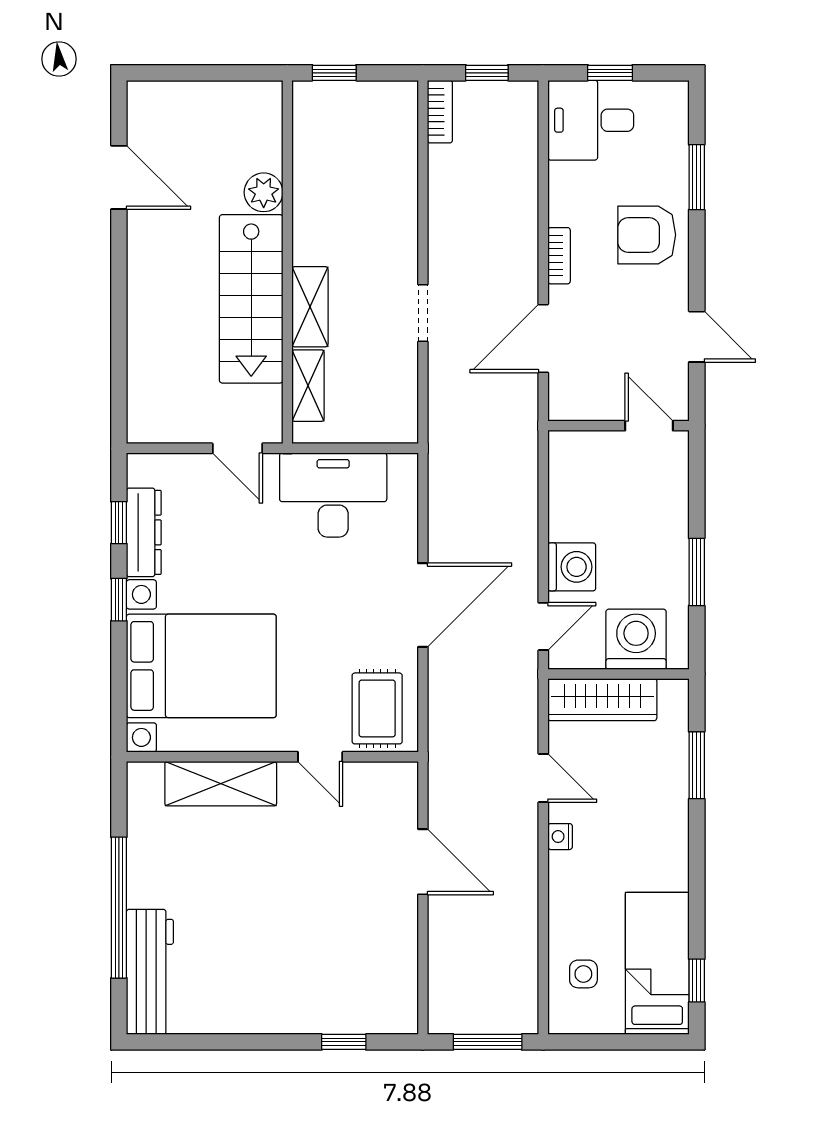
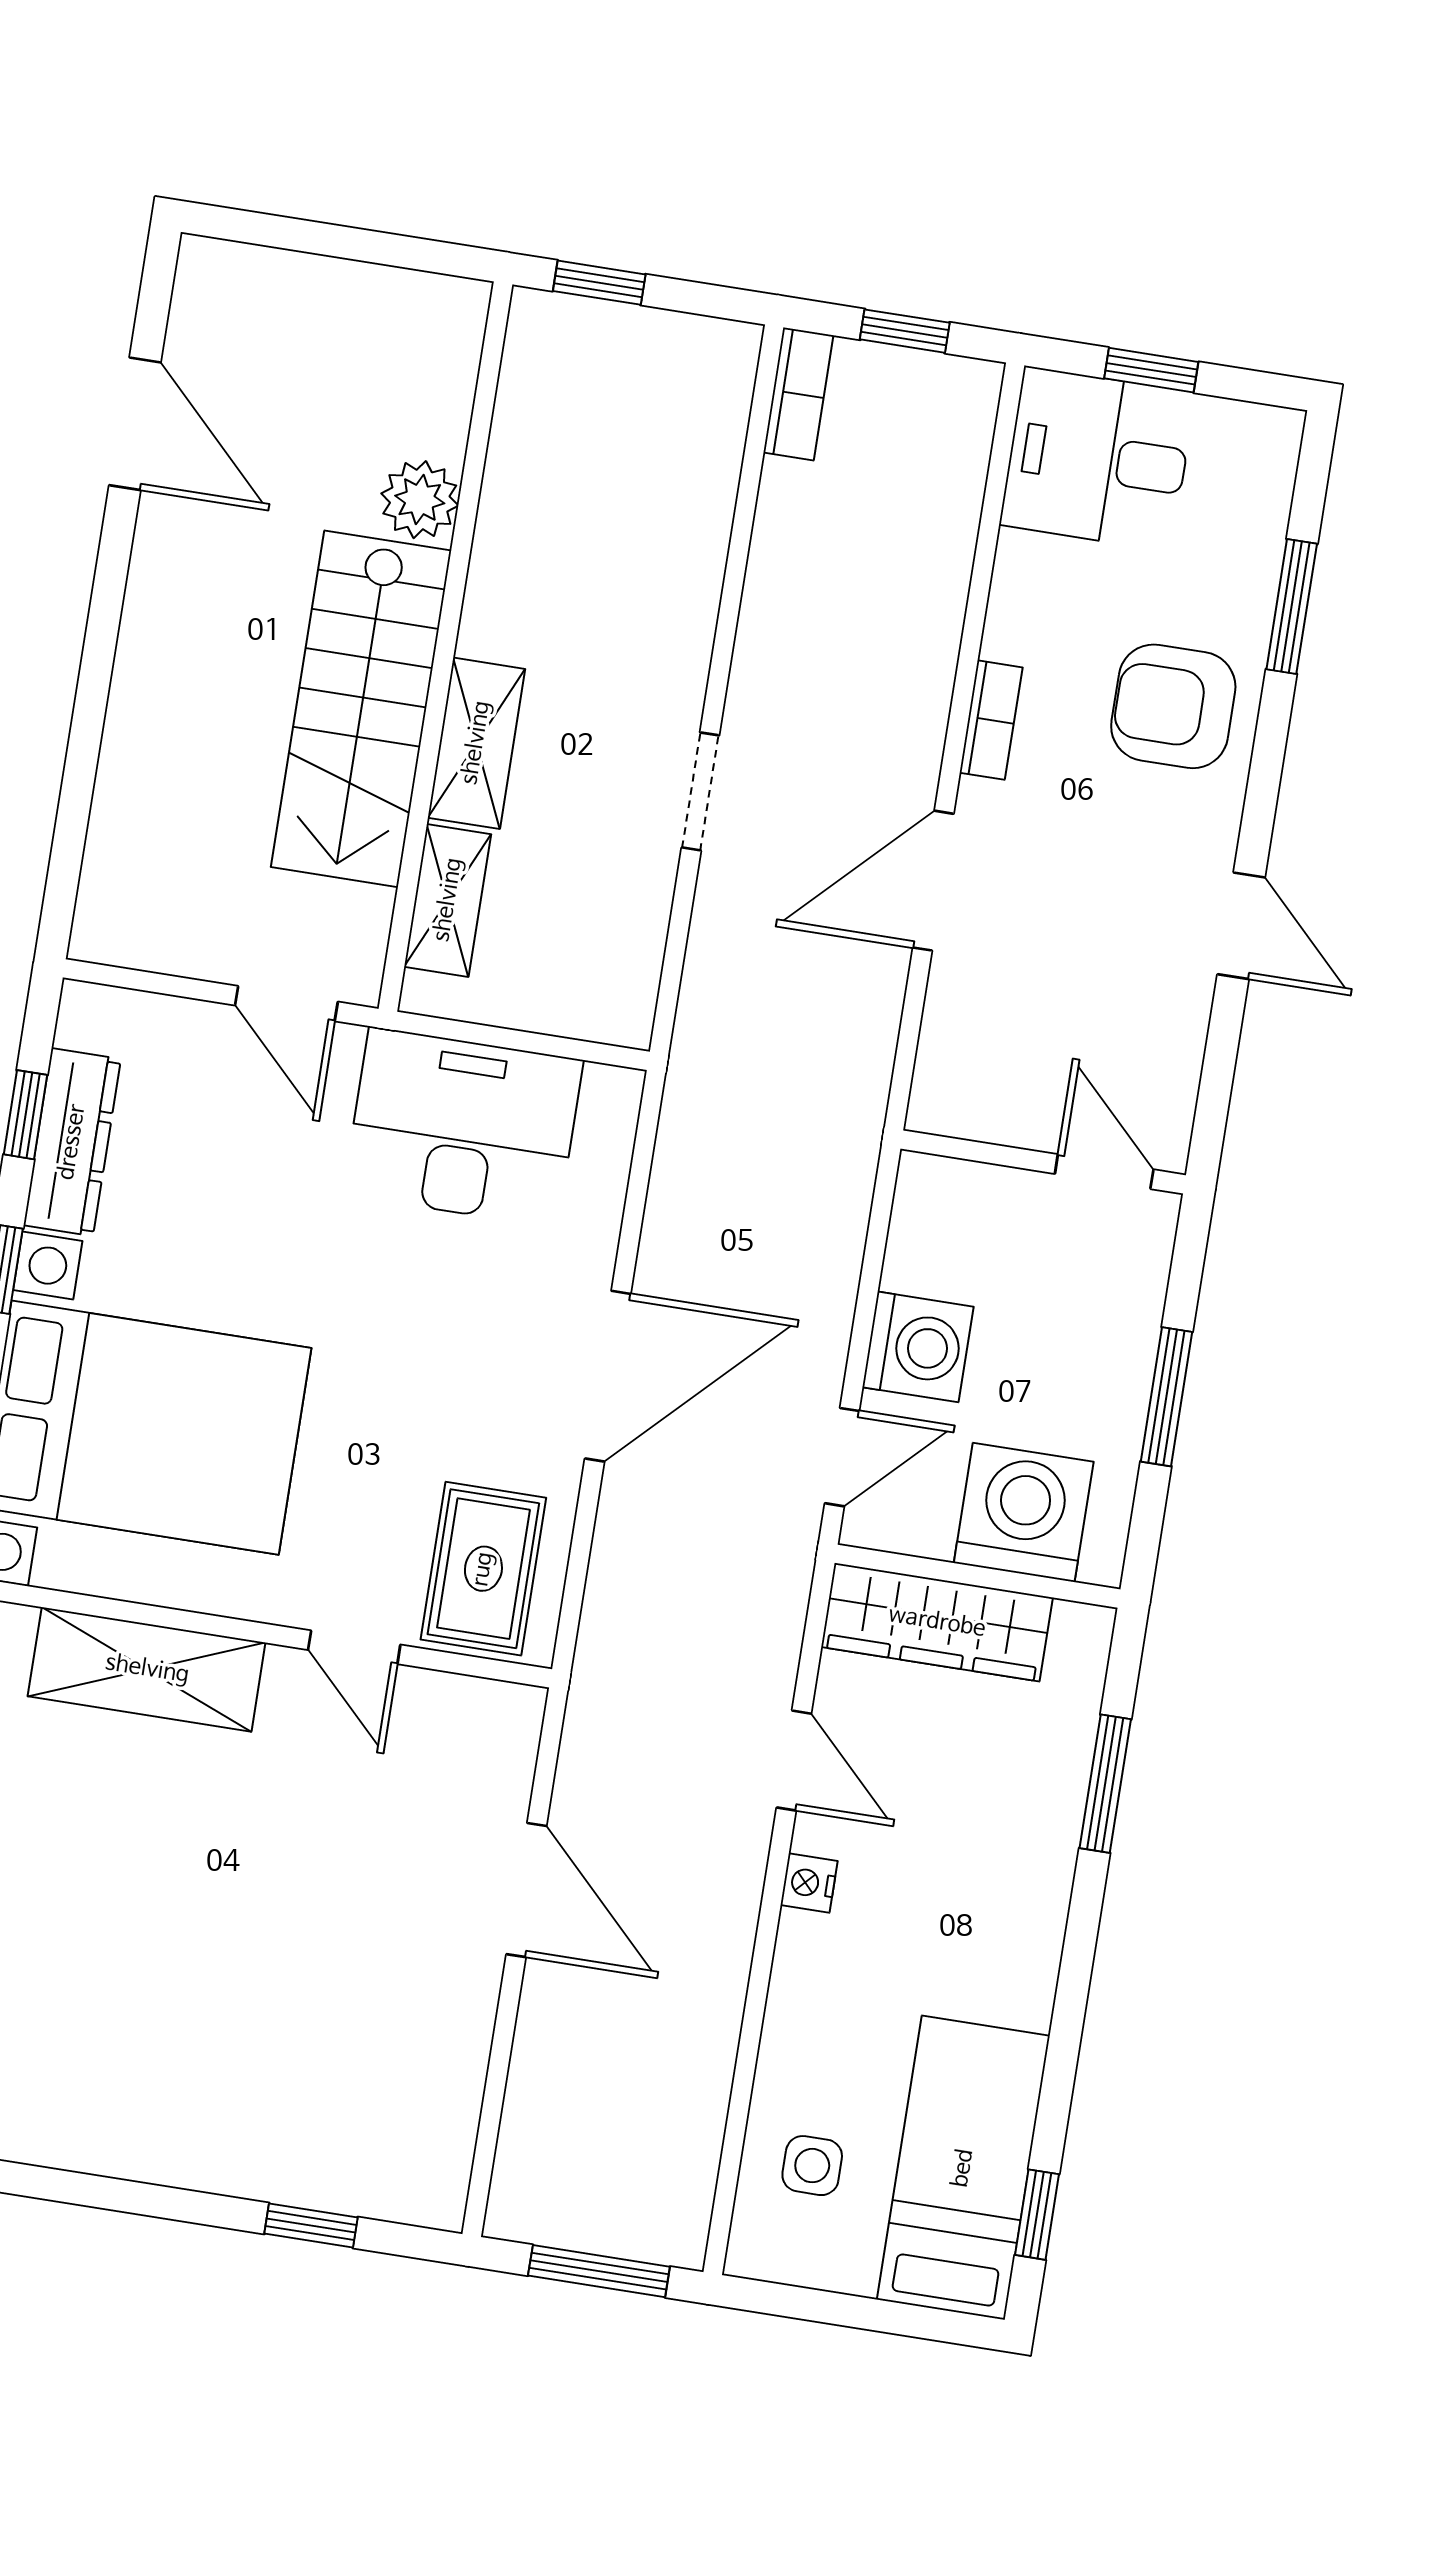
wall: (618, 426) -> (1043, 1162), moved
door: (649, 426) -> (1104, 1172), moved

